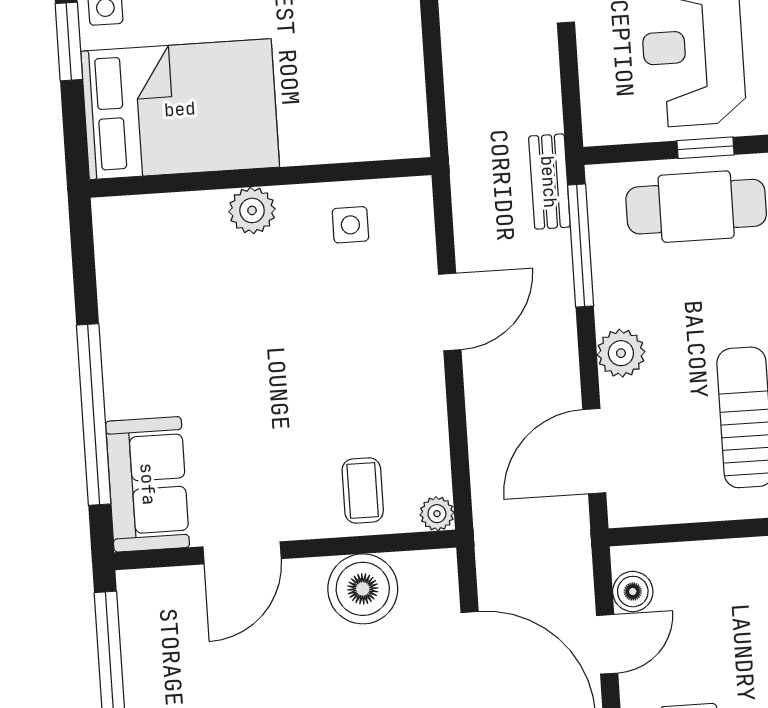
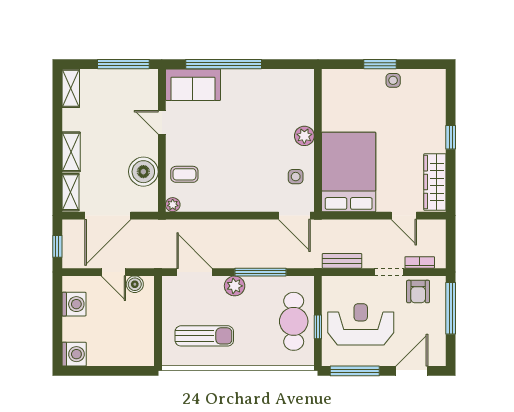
bed: (180, 109) -> (349, 172), moved, turned 180
bench: (549, 182) -> (342, 261), moved
window: (581, 245) -> (260, 272), moved
door: (450, 312) -> (294, 216), moved
door: (242, 553) -> (162, 122), width x0.73

